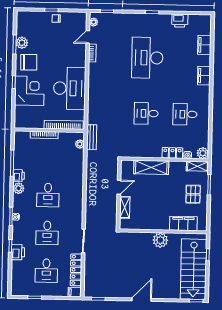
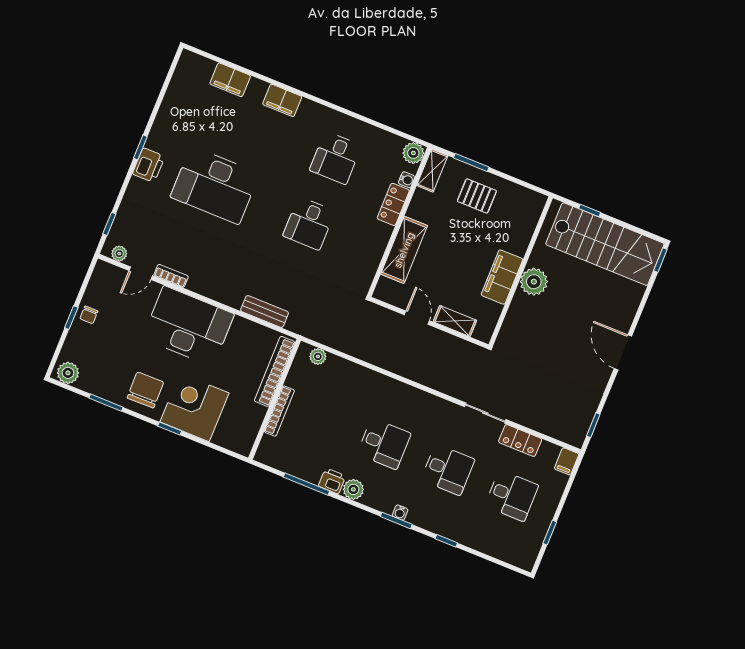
printer: (180, 21) -> (149, 165), moved
door: (88, 37) -> (141, 273), hinge flipped
plant: (22, 43) -> (68, 373), moved
desk: (70, 88) -> (188, 326), moved
bench: (92, 137) -> (265, 311), moved
filing cabinet: (183, 223) -> (502, 277), moved
printer: (18, 252) -> (462, 532), removed
locker: (76, 270) -> (520, 441), width x0.66

